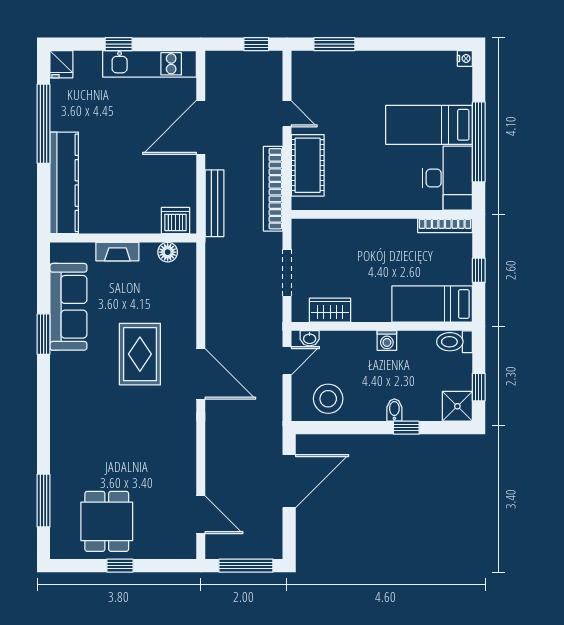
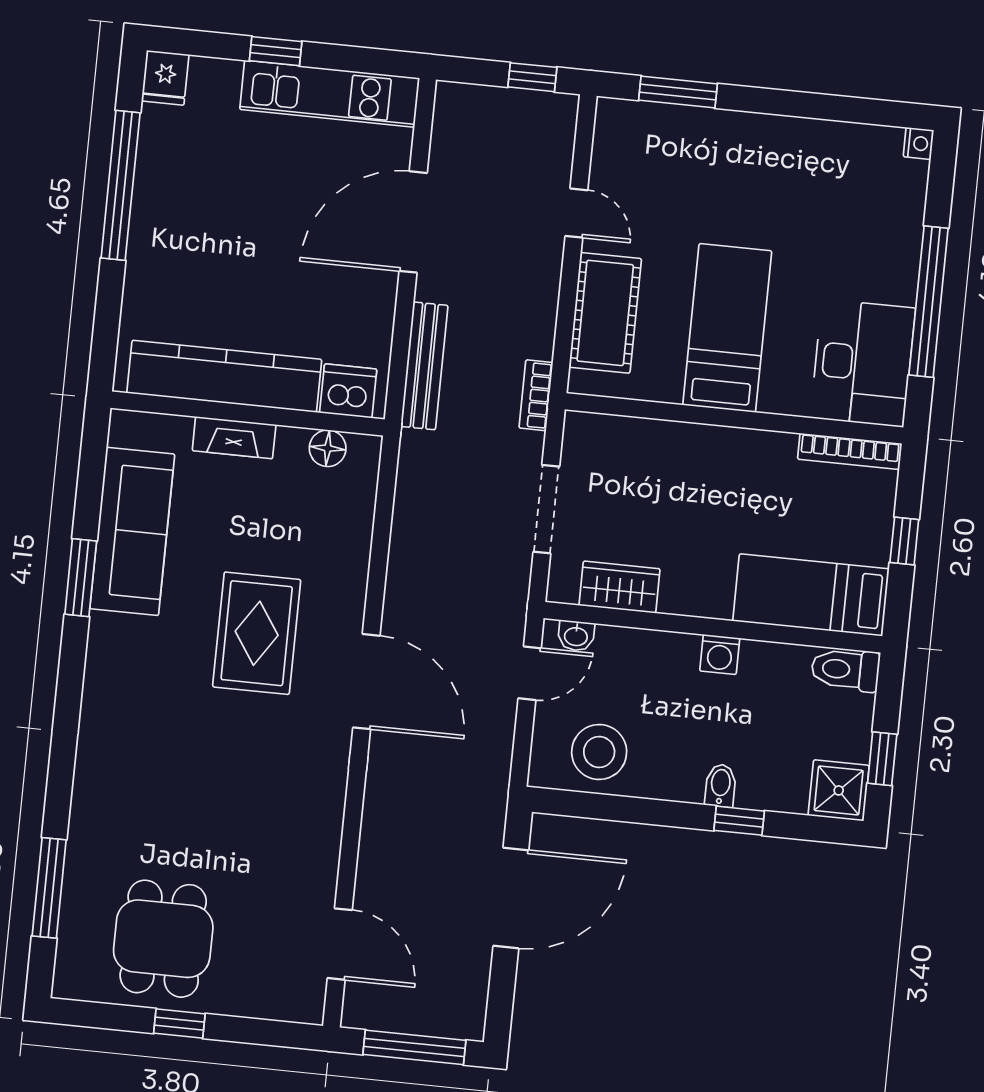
bed: (429, 125) -> (727, 328), moved, turned 90
kitchen counter: (64, 183) -> (224, 376), moved, turned -90
bookcase: (273, 189) -> (536, 395), width x0.43, depth x0.76

